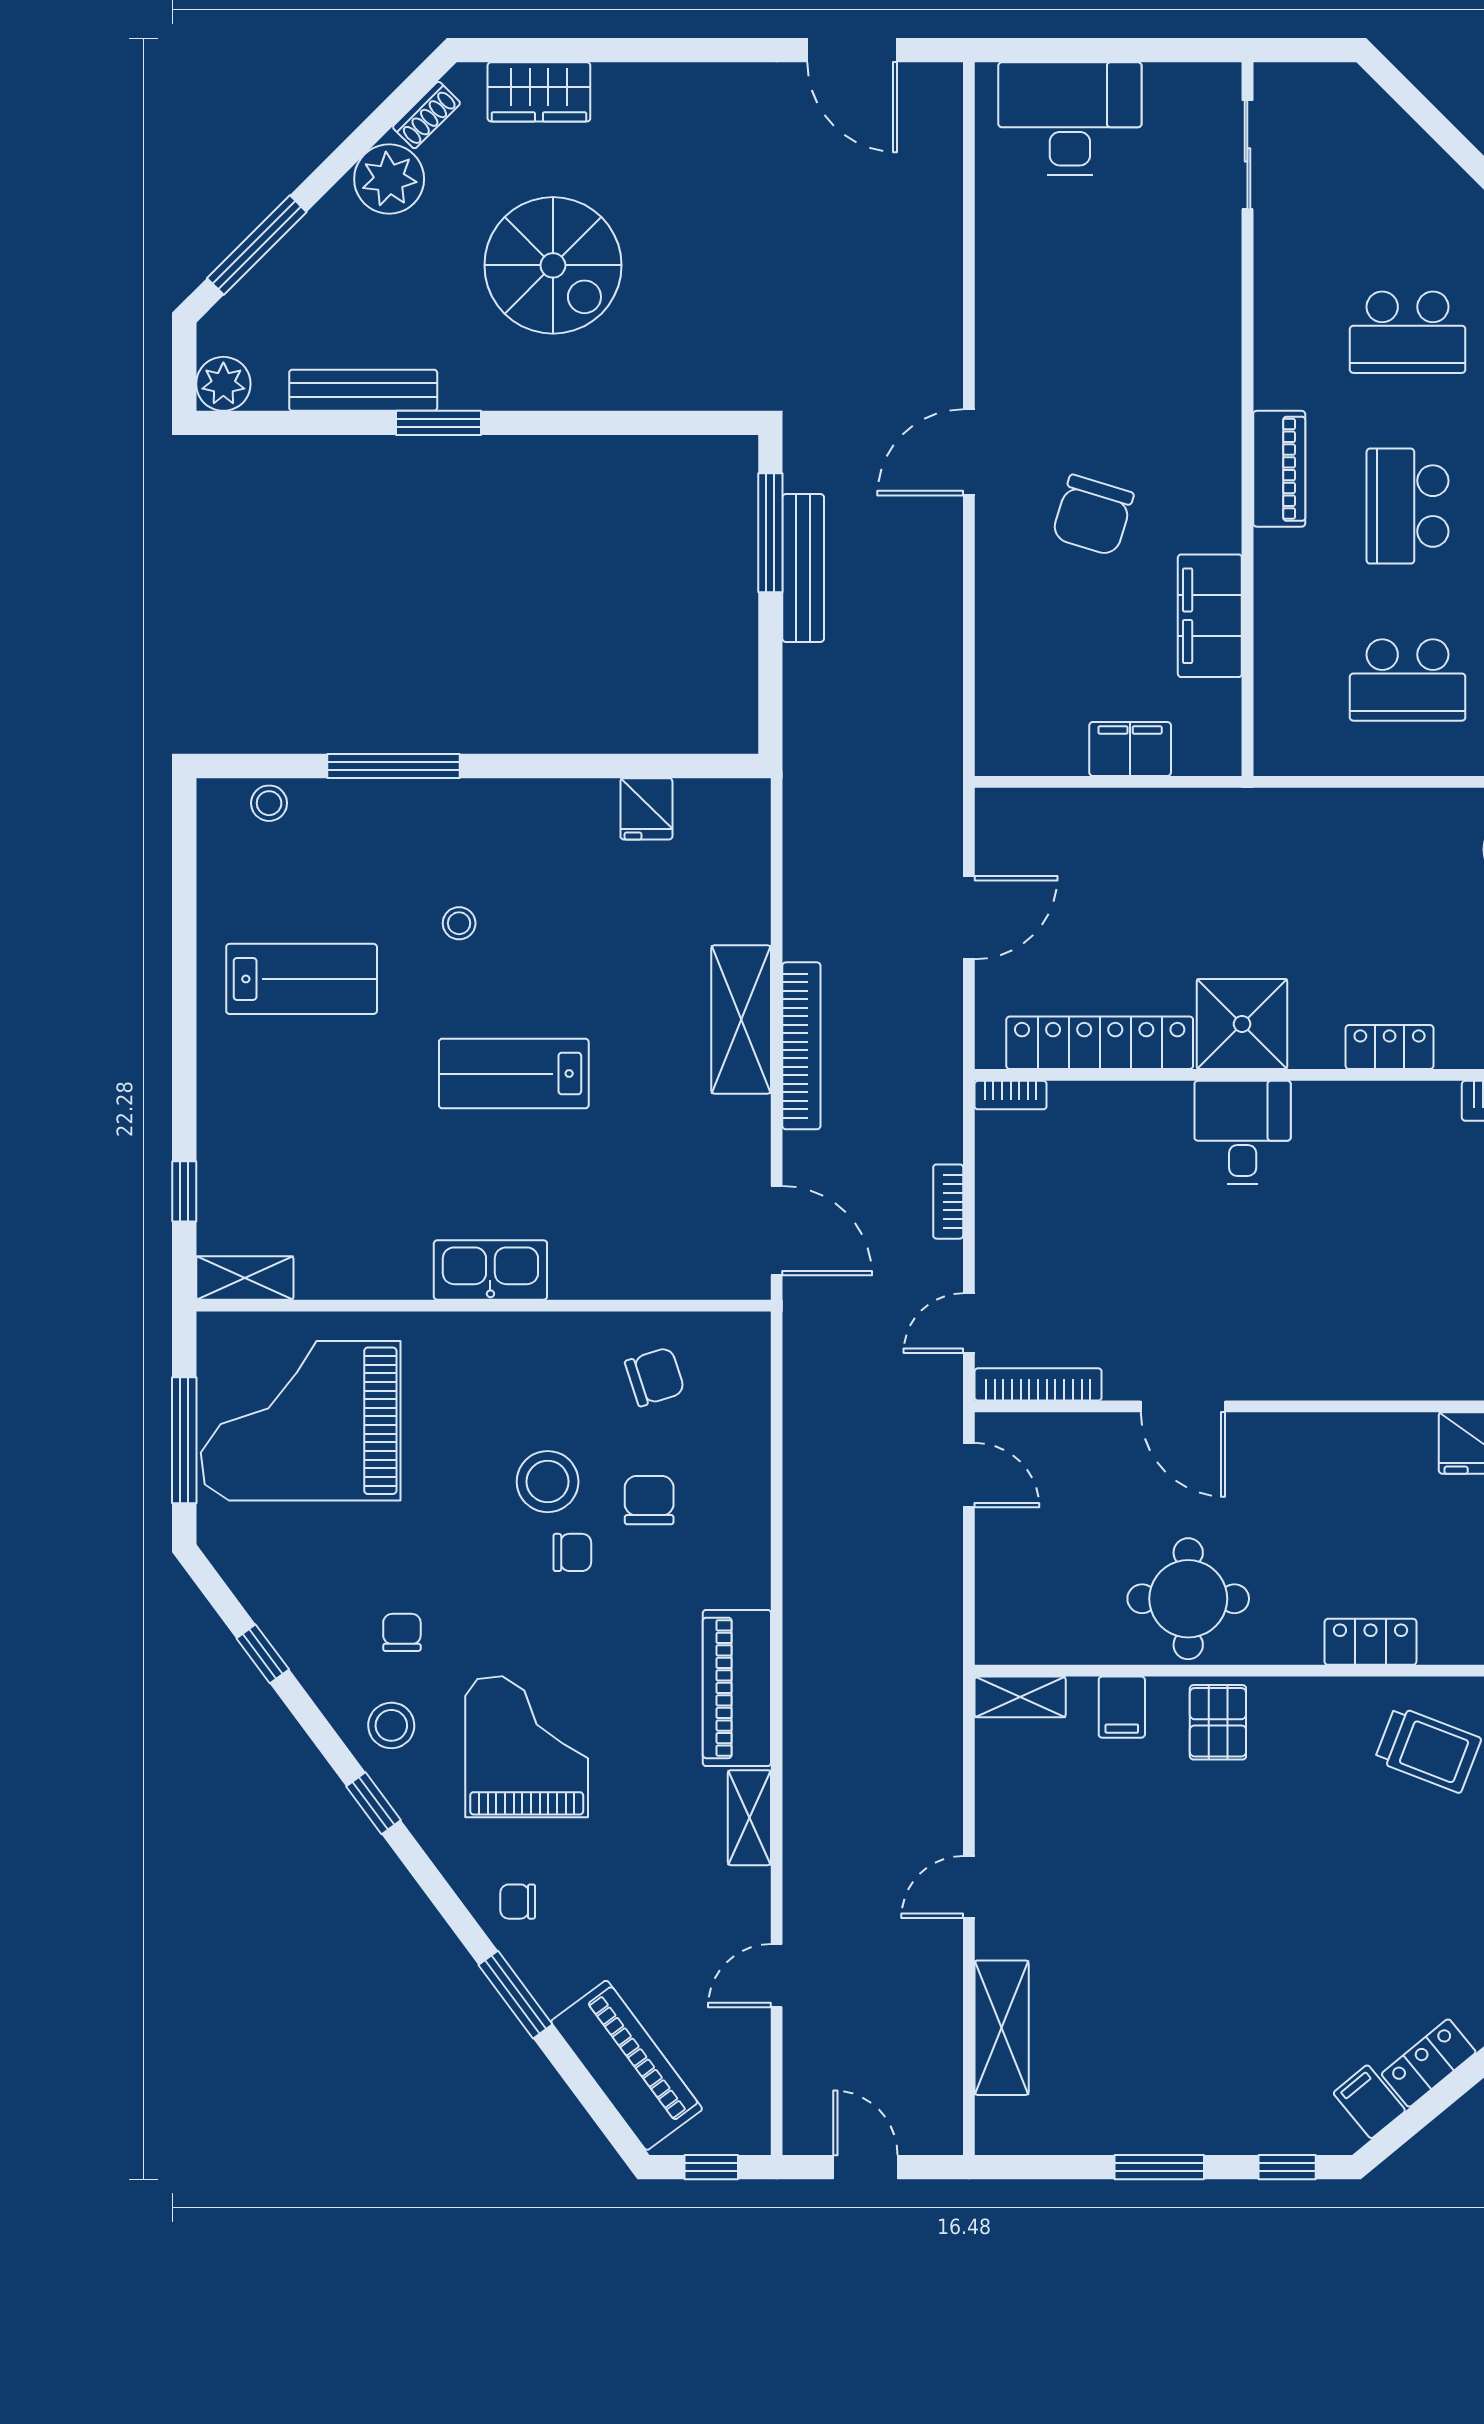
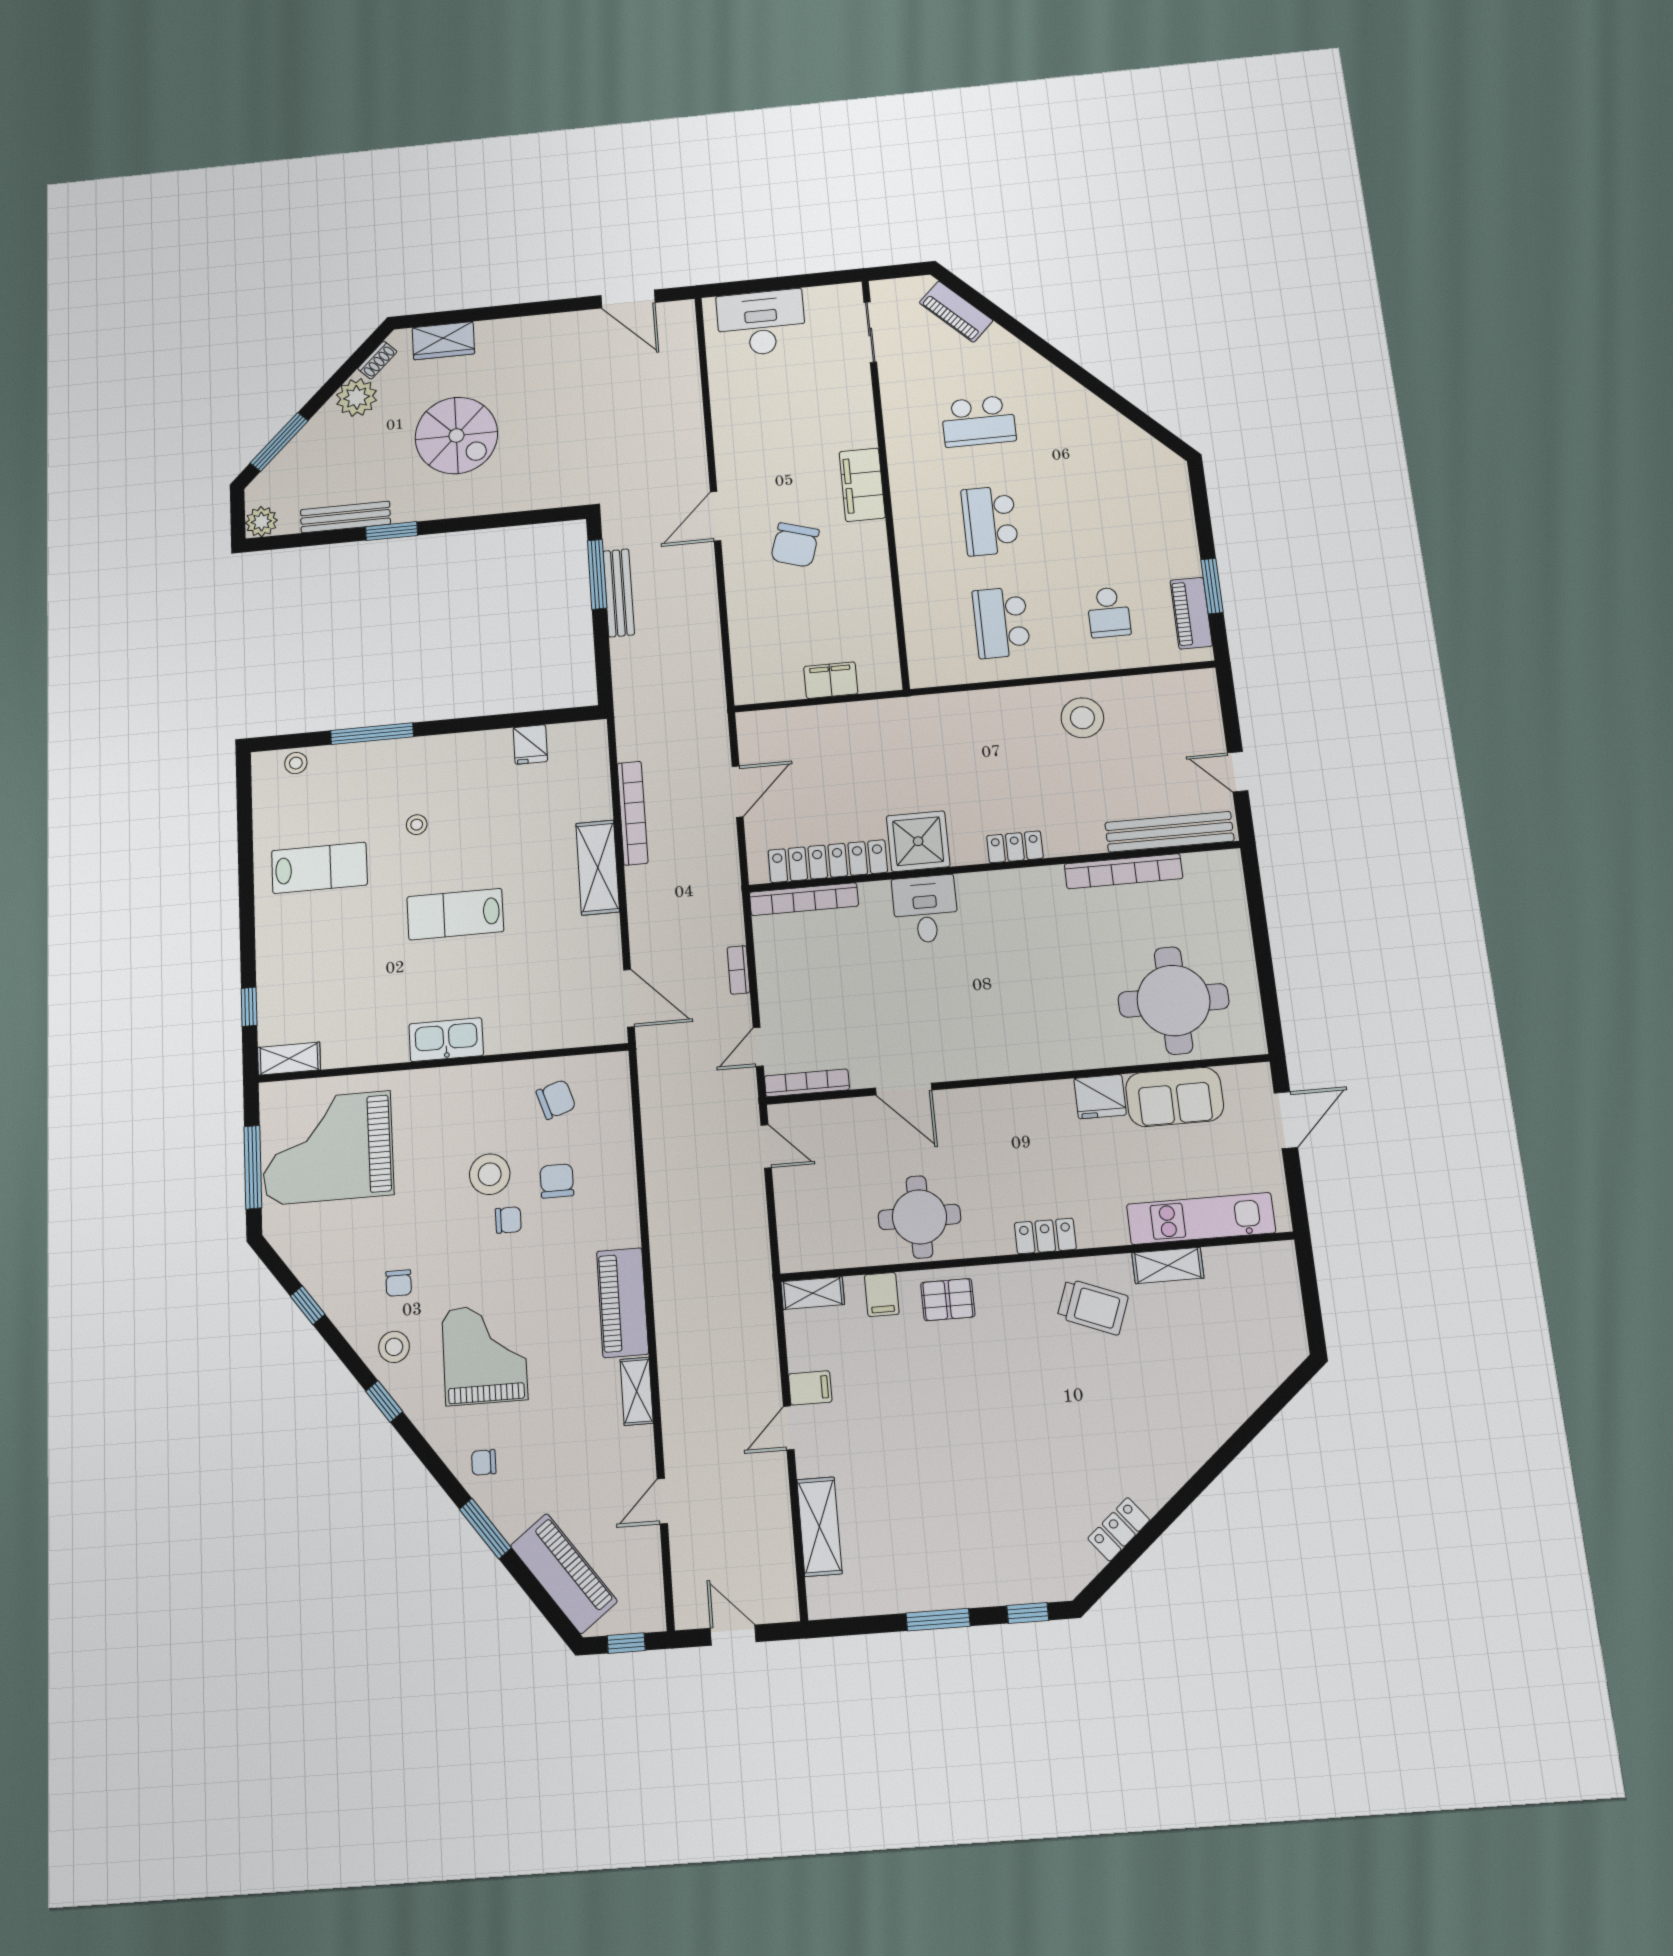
piano: (1279, 469) -> (956, 312), moved, turned 135
filing cabinet: (1210, 616) -> (862, 485), moved
school desk: (1408, 680) -> (1001, 622), turned 90
bookcase: (801, 1046) -> (633, 813), moved
bookcase: (1011, 1095) -> (804, 899), width x2.31, depth x1.31
chair: (402, 1632) -> (399, 1283), turned 180
pallet: (1218, 1722) -> (948, 1300), turned 90
filing cabinet: (1369, 2102) -> (810, 1388), moved, turned 130

